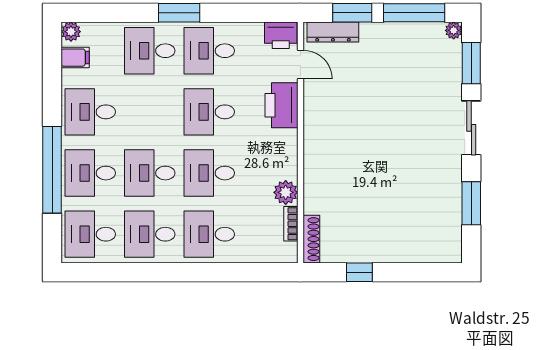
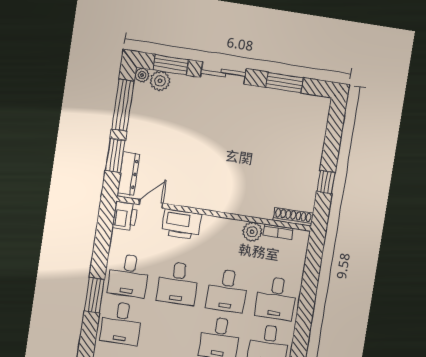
plant: (450, 53) -> (160, 81), added

